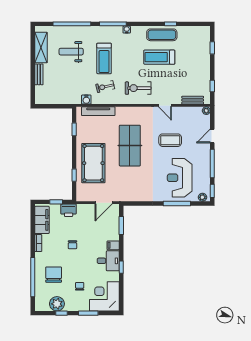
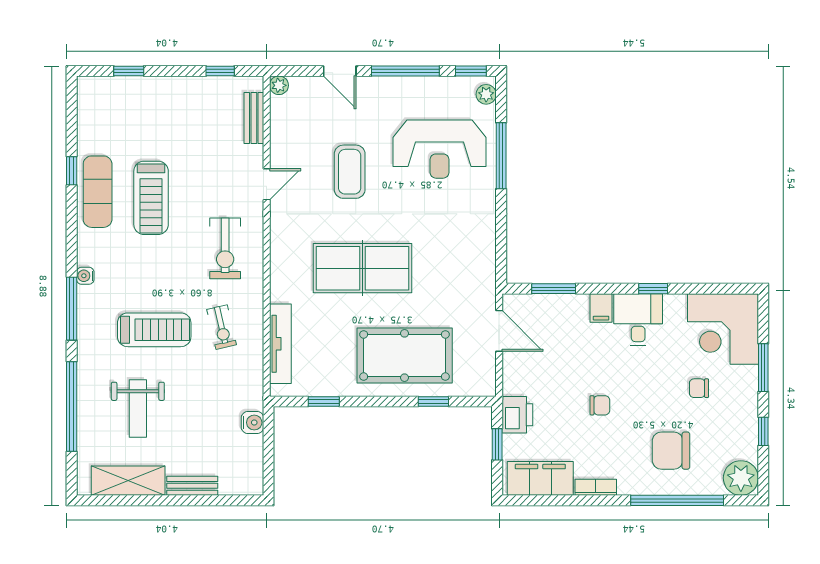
water cooler: (86, 100) -> (252, 423), moved
plant: (57, 304) -> (741, 478), moved

